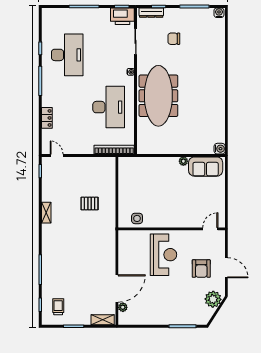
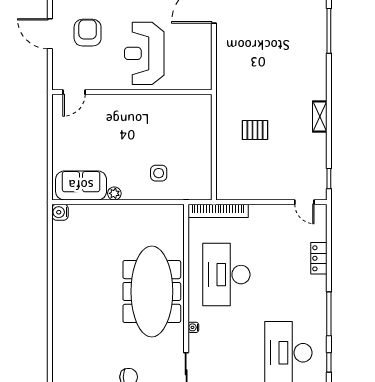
side table: (137, 218) -> (159, 173), moved

